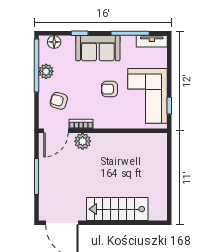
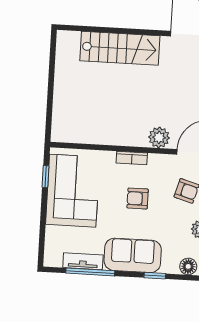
tv unit: (152, 41) -> (83, 261), moved
armchair: (110, 89) -> (138, 198), moved, turned 180
bookcase: (81, 124) -> (132, 158), moved

